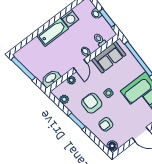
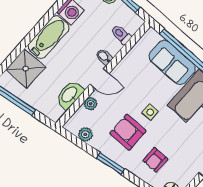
shower: (34, 50) -> (26, 68), added
sofa: (109, 57) -> (172, 62), moved, turned 90
door: (80, 65) -> (100, 79), hinge flipped
washbasin: (51, 78) -> (70, 95), moved

